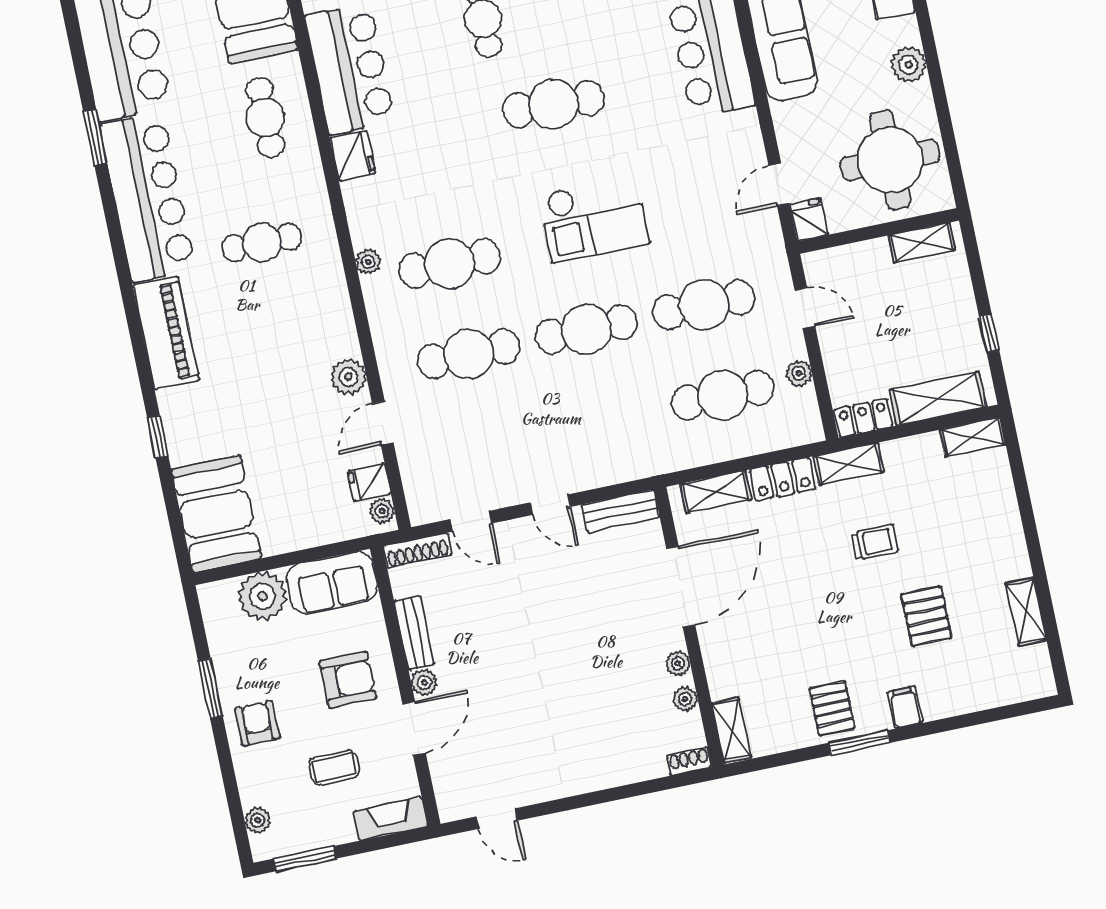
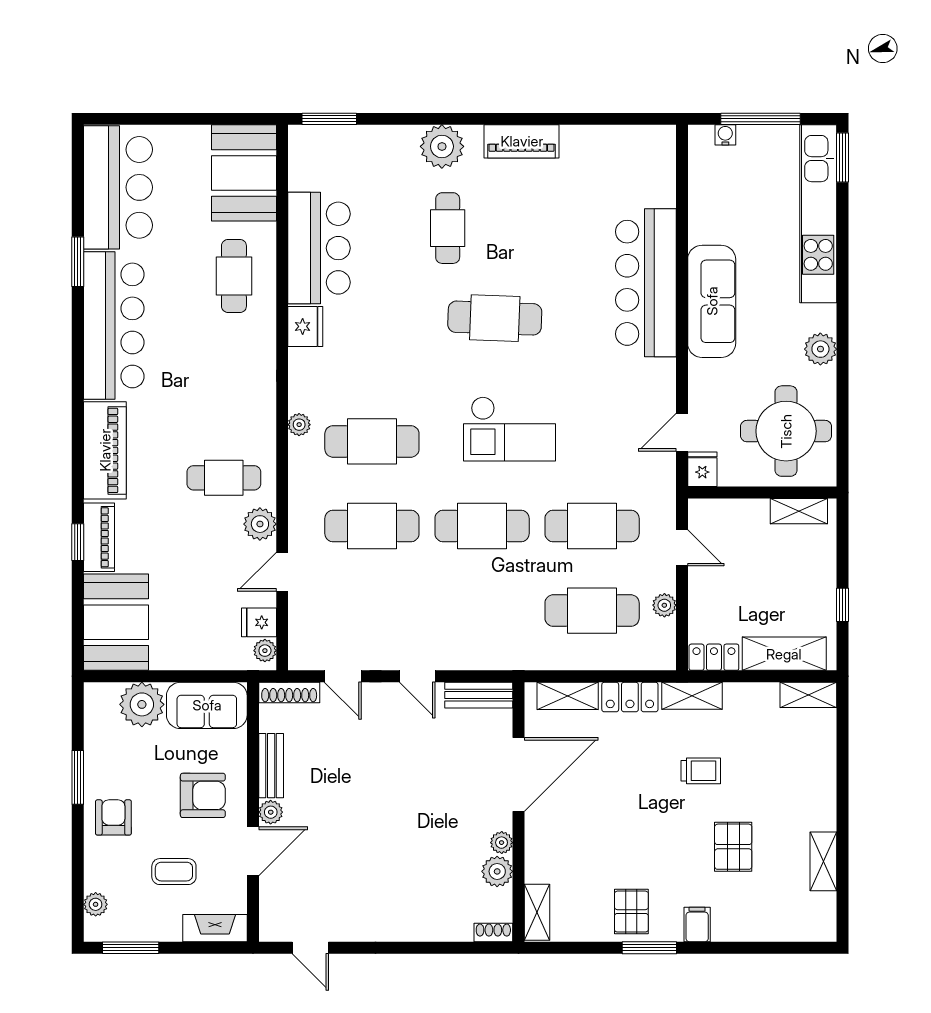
cafe table: (262, 243) -> (224, 478), moved
piano: (179, 427) -> (99, 537), added
plant: (685, 699) -> (497, 871), width x1.38, depth x1.38

